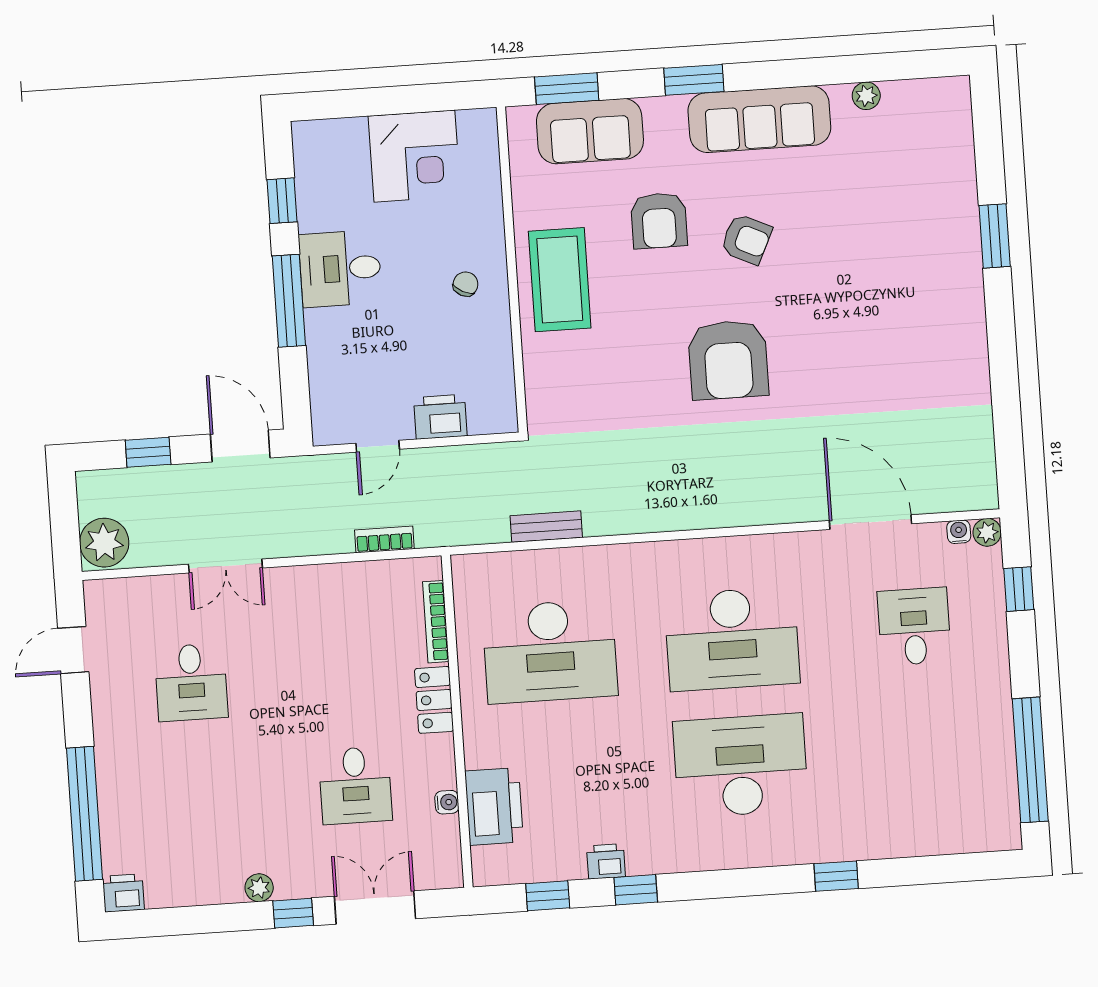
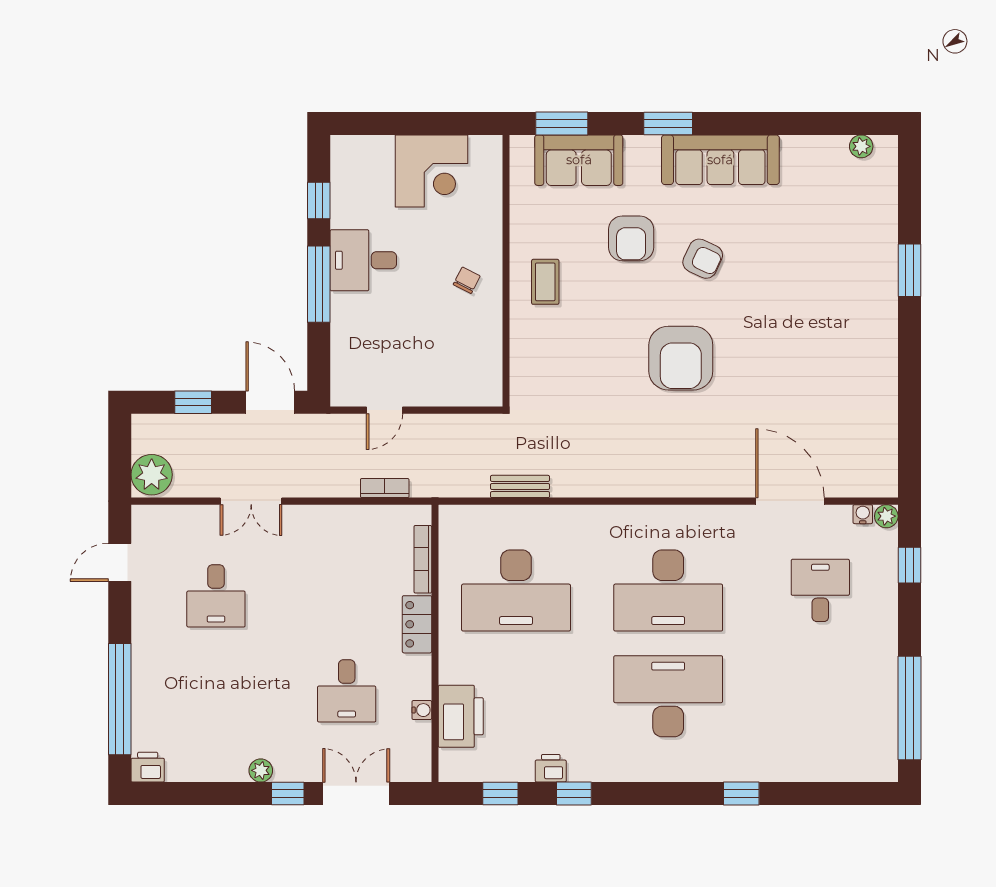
plant: (866, 96) -> (861, 146), moved
coffee table: (560, 280) -> (545, 282), width x0.54, depth x0.58
printer: (440, 417) -> (438, 389), removed

